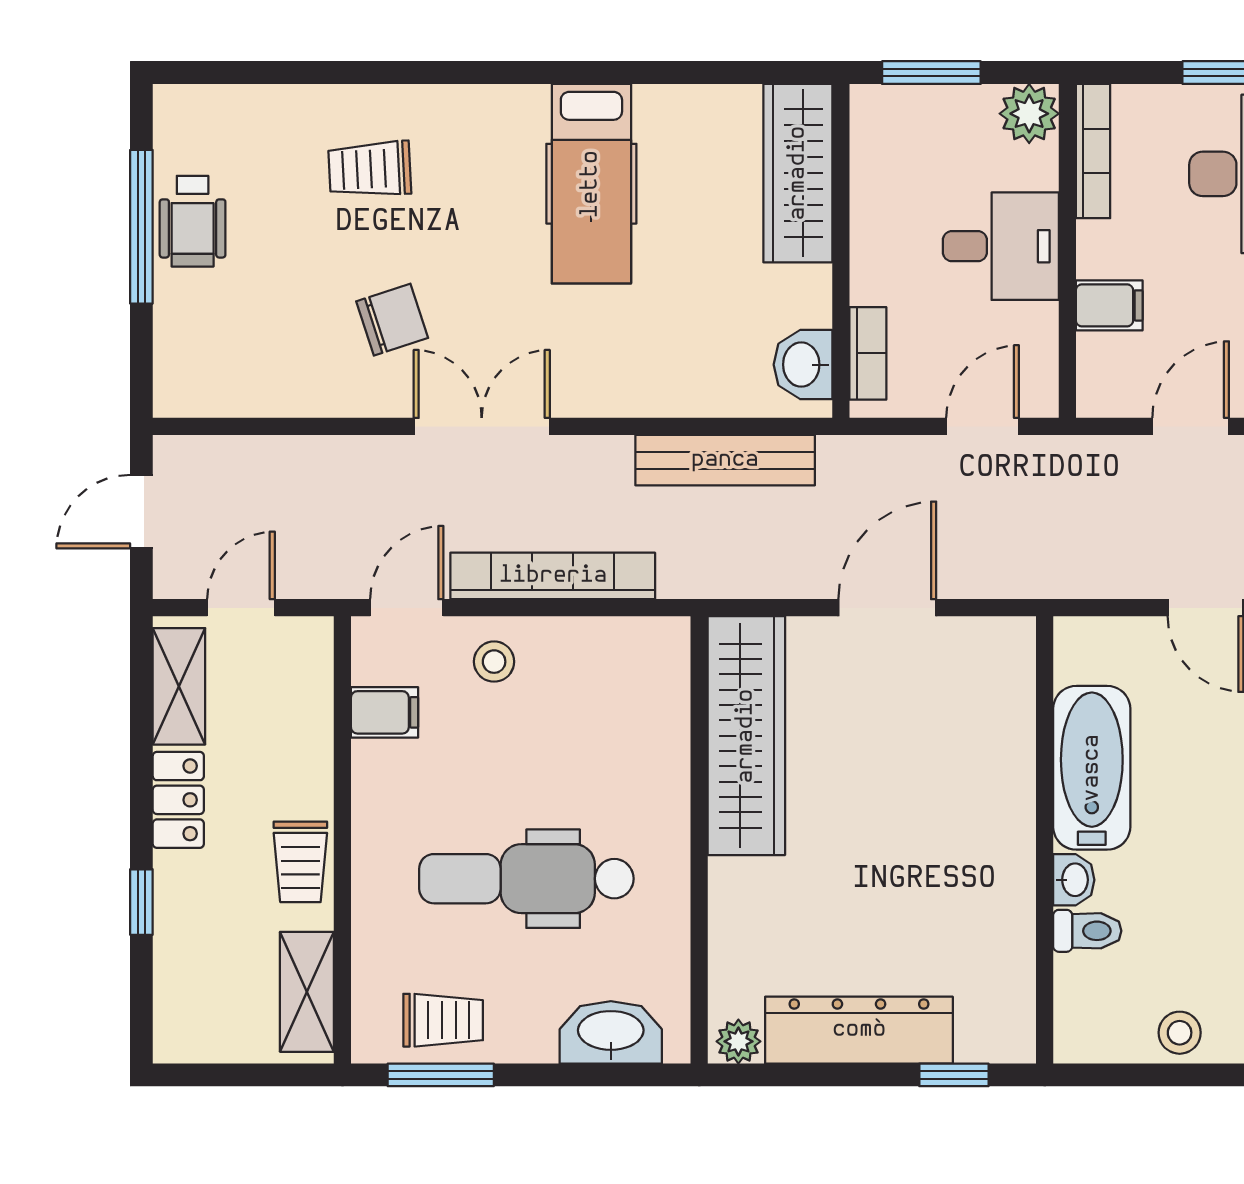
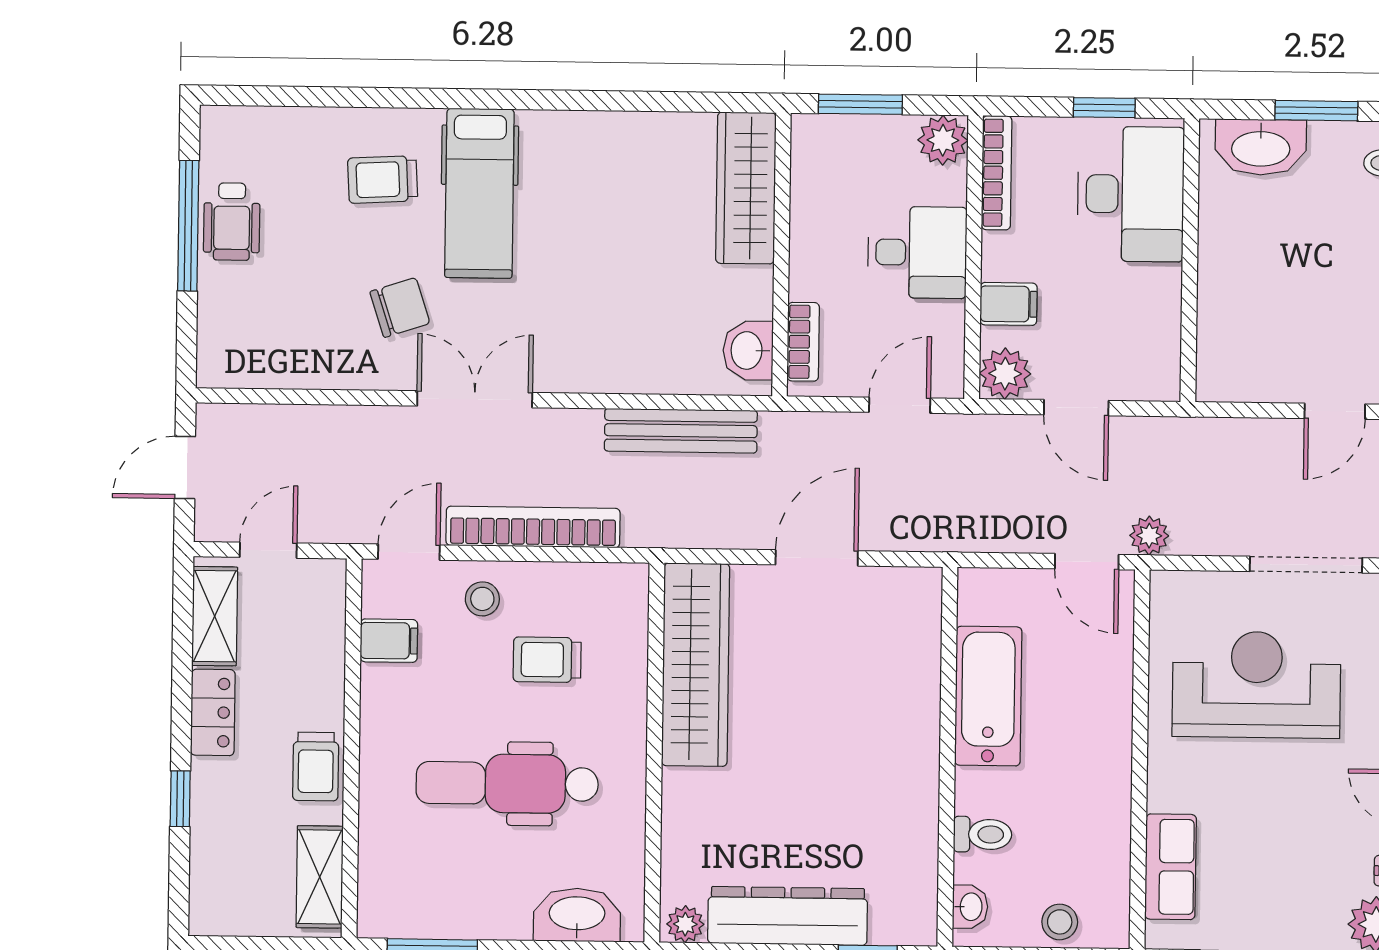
hospital bed: (591, 184) -> (479, 193), moved
plant: (1106, 388) -> (1005, 374), added
door: (1191, 426) -> (1076, 408), swing flipped
washbasin: (1074, 880) -> (970, 907), moved
trolley: (443, 1020) -> (547, 660), moved, turned 180

